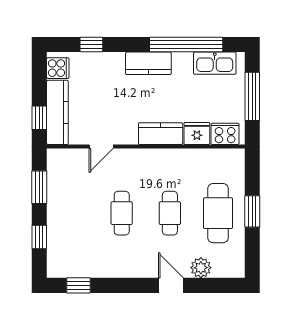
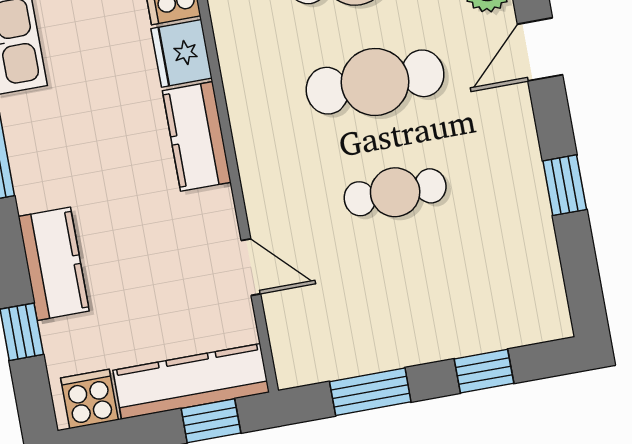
kitchen counter: (148, 63) -> (54, 264), moved
cafe table: (170, 213) -> (375, 82), width x1.37, depth x1.35
window: (79, 285) -> (565, 185), moved

